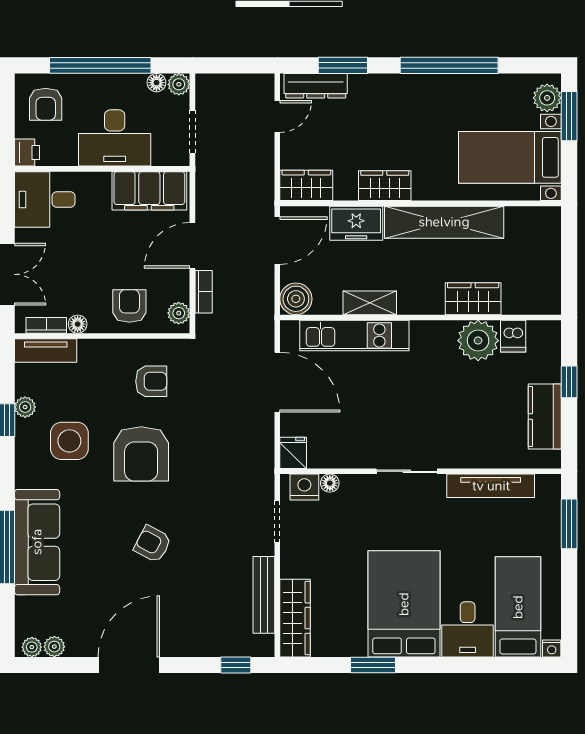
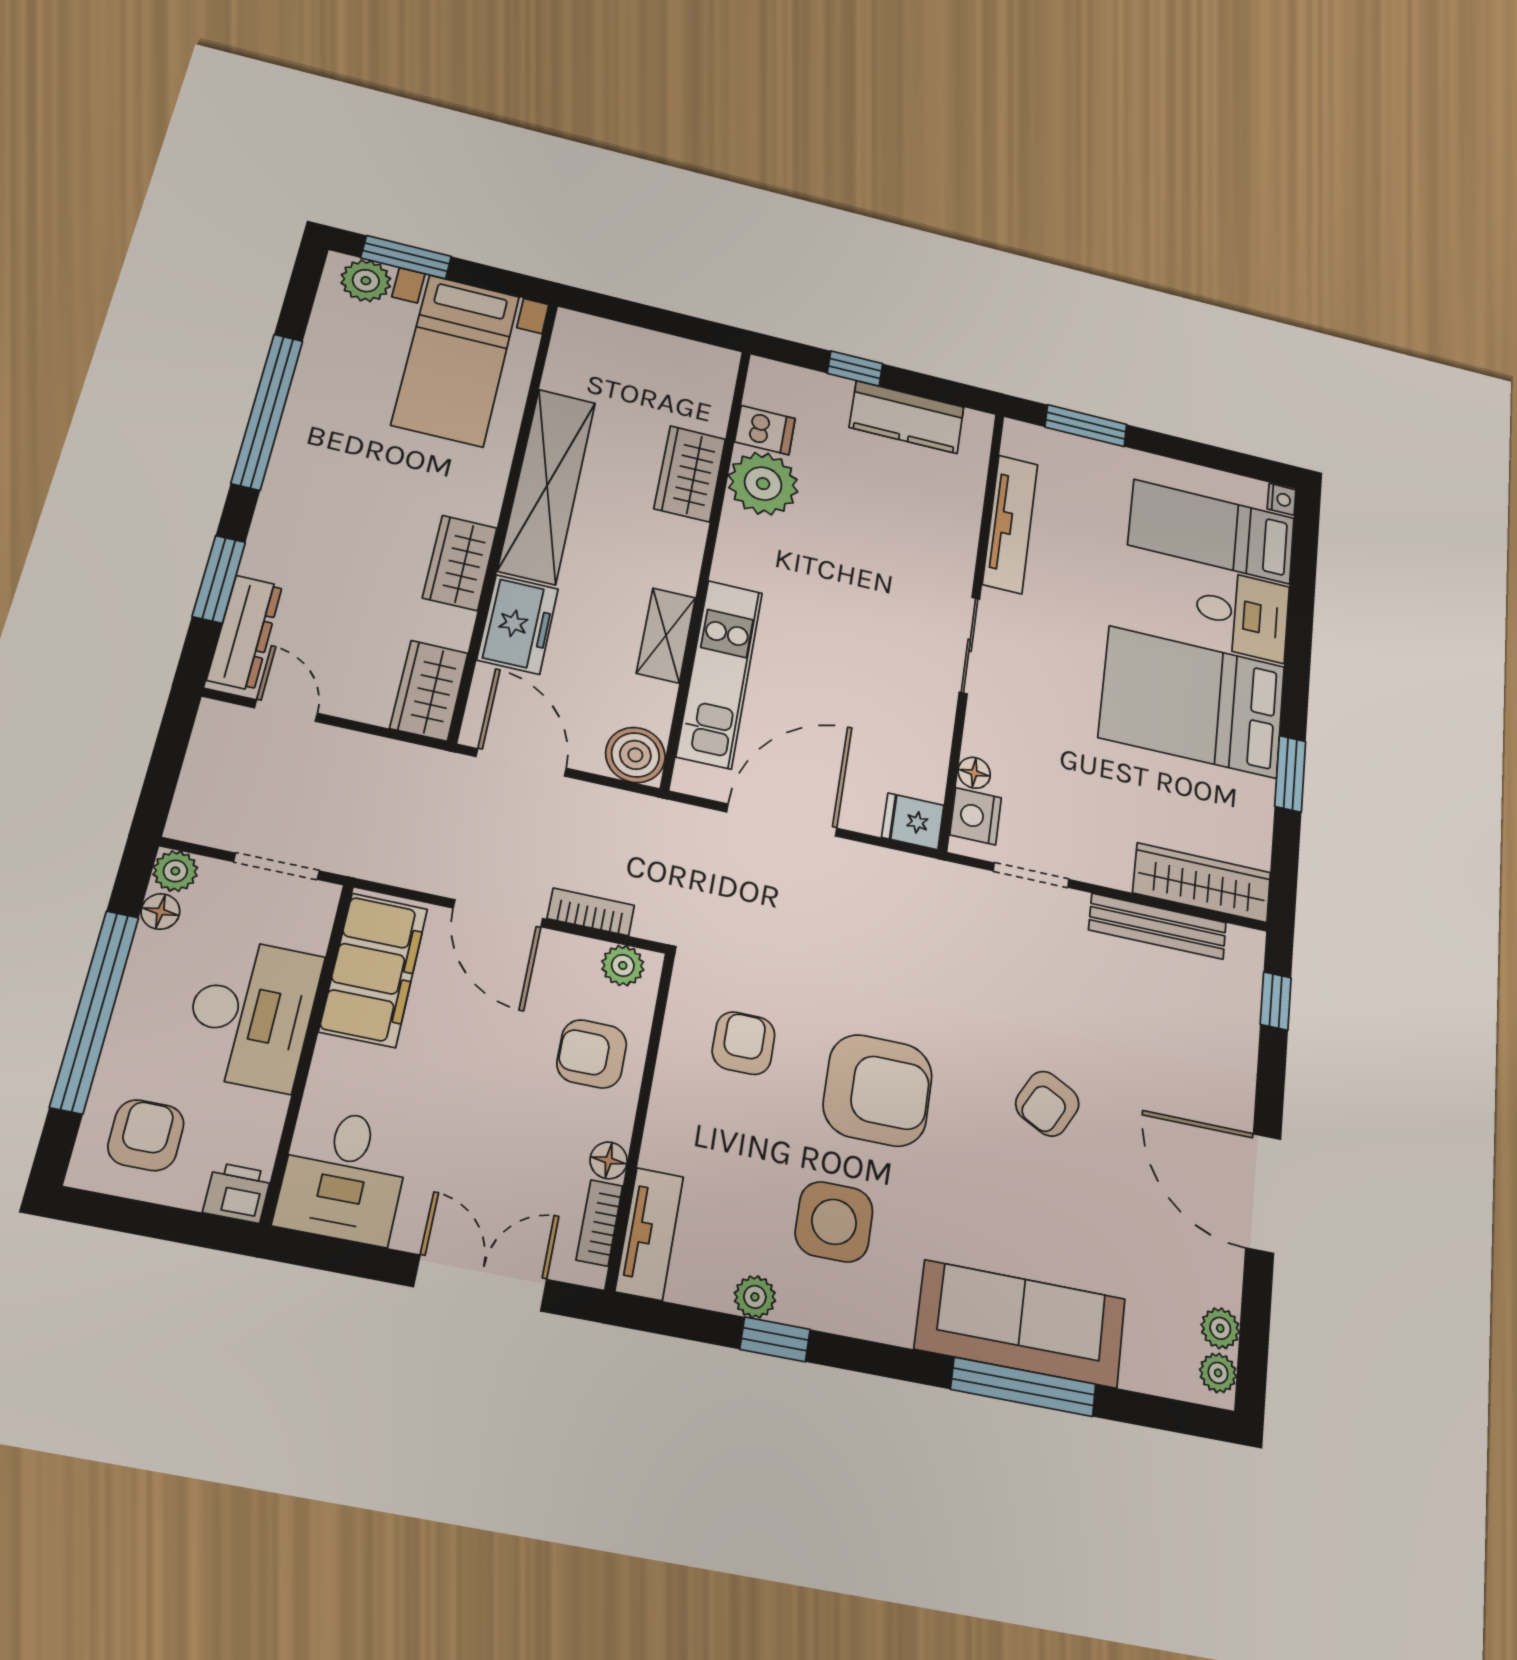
armchair: (46, 104) -> (146, 1135), turned -90

